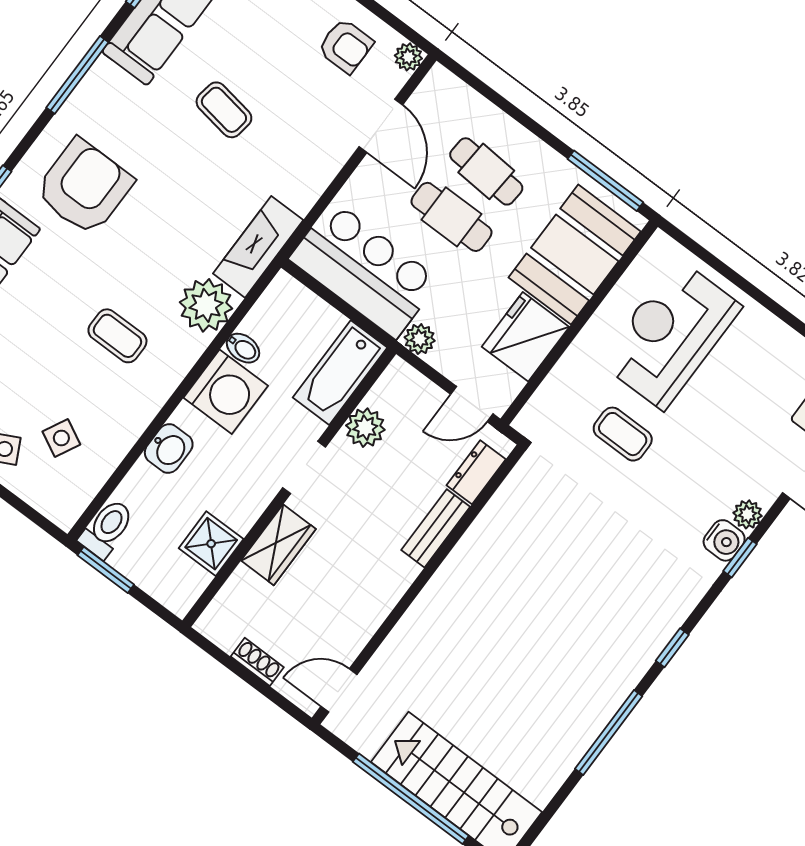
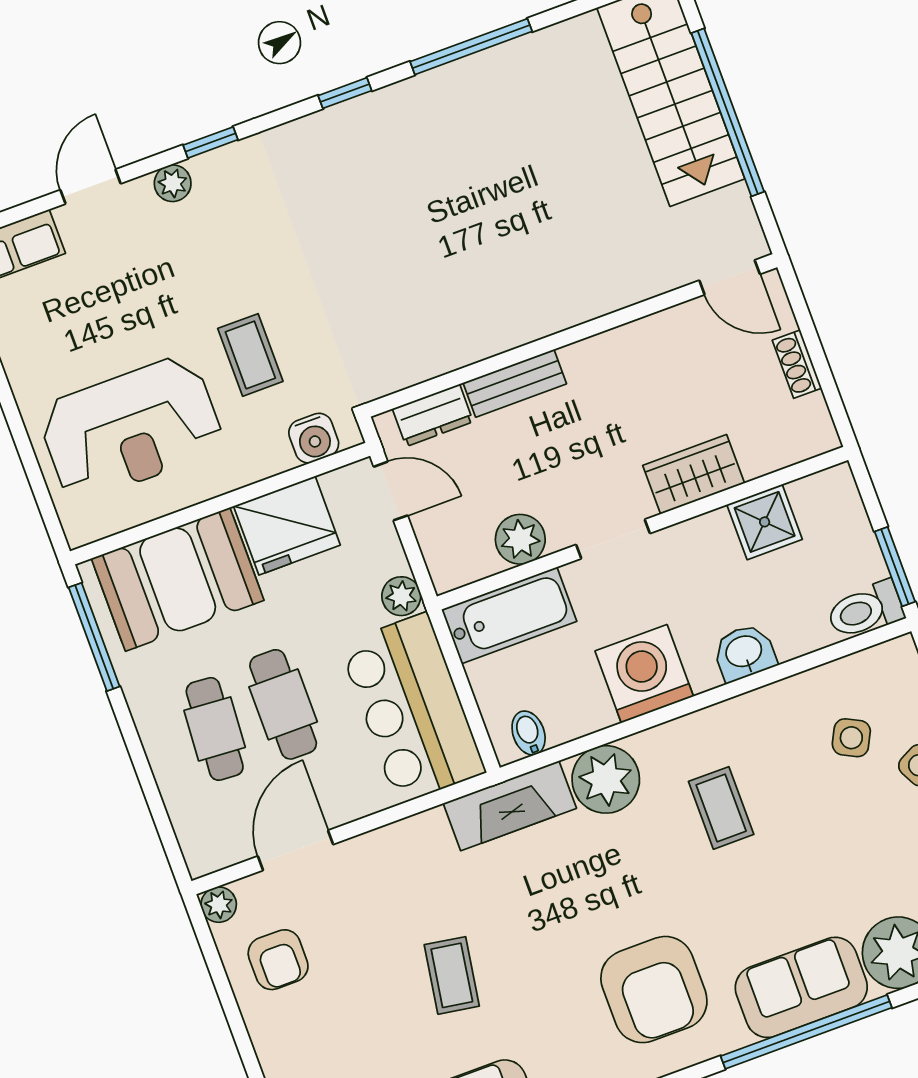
armchair: (346, 46) -> (278, 960), turned 180
armchair: (84, 187) -> (654, 990), turned -90
bidet: (243, 348) -> (529, 733), moved
water cooler: (724, 540) -> (314, 438), moved, turned 180

